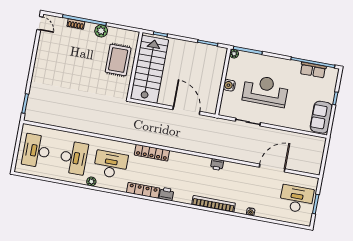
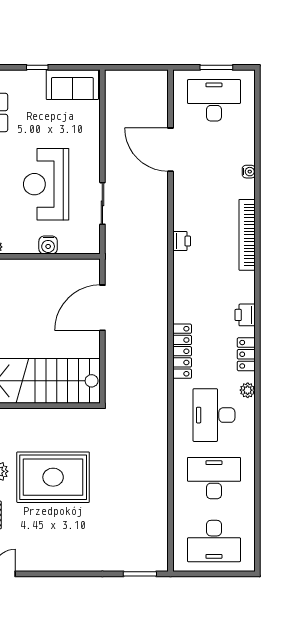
rug: (118, 60) -> (53, 477), moved, width x1.37, depth x1.44
plant: (91, 182) -> (248, 390), moved
locker: (143, 190) -> (246, 354), width x0.66
desk: (297, 199) -> (214, 100), turned 90

